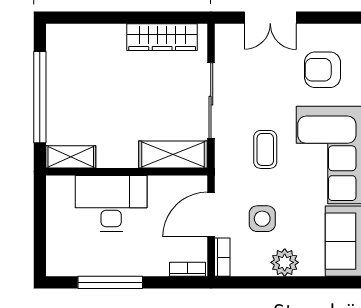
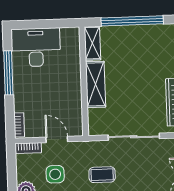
shelving: (173, 154) -> (96, 84), moved
desk: (111, 203) -> (36, 47), moved, turned -90
door: (211, 214) -> (57, 139), width x0.73

